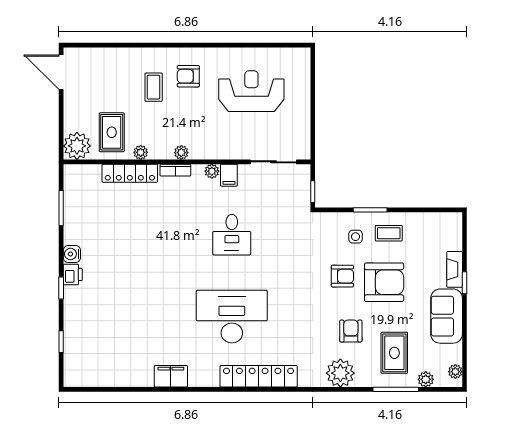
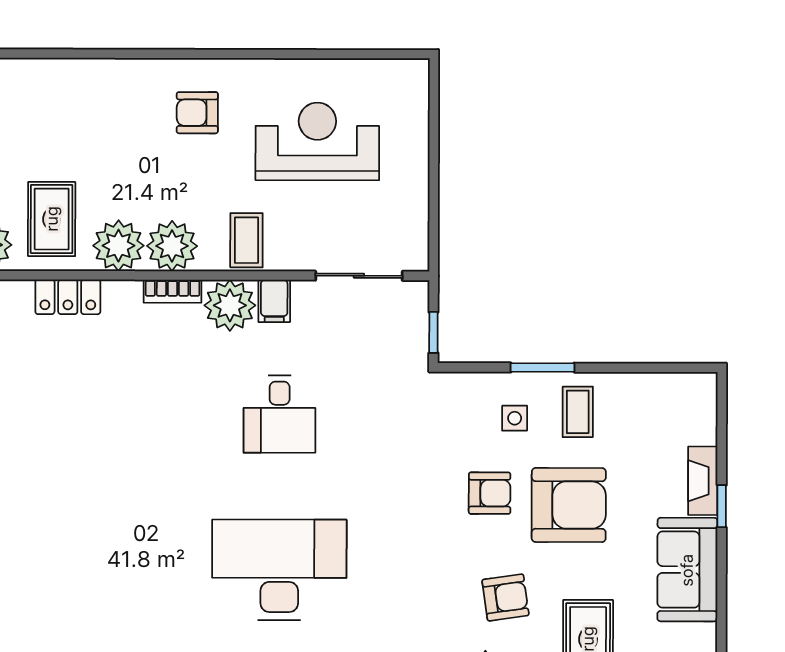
coffee table: (154, 87) -> (246, 240), moved
plant: (141, 152) -> (118, 246), width x1.87, depth x1.87
plant: (181, 153) -> (172, 246), width x1.87, depth x1.87
plant: (212, 171) -> (230, 305), width x1.87, depth x1.87
locker: (130, 173) -> (68, 297), width x0.66
coffee table: (389, 233) -> (578, 412), turned 90
armchair: (351, 331) -> (505, 598), turned 82

